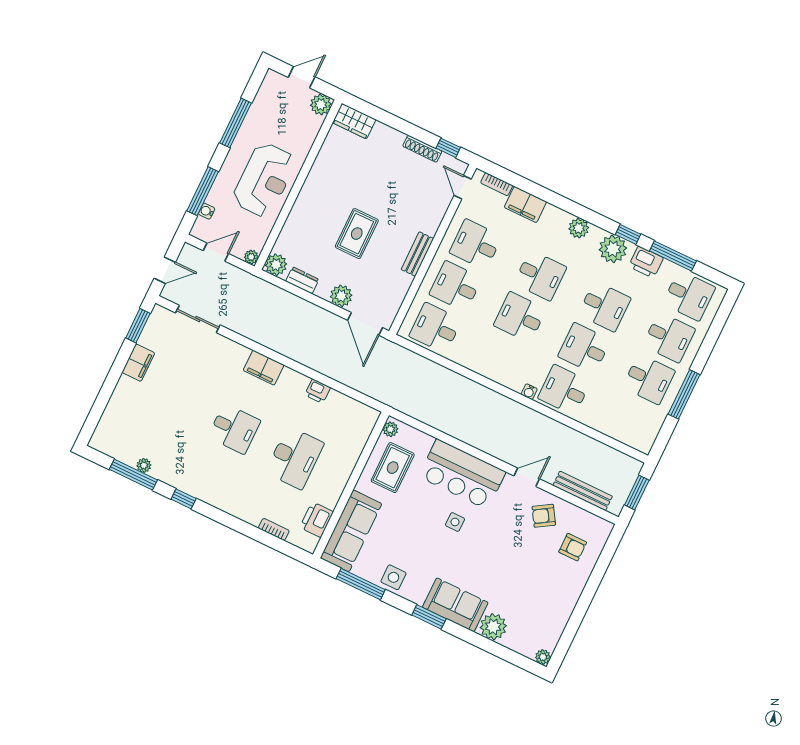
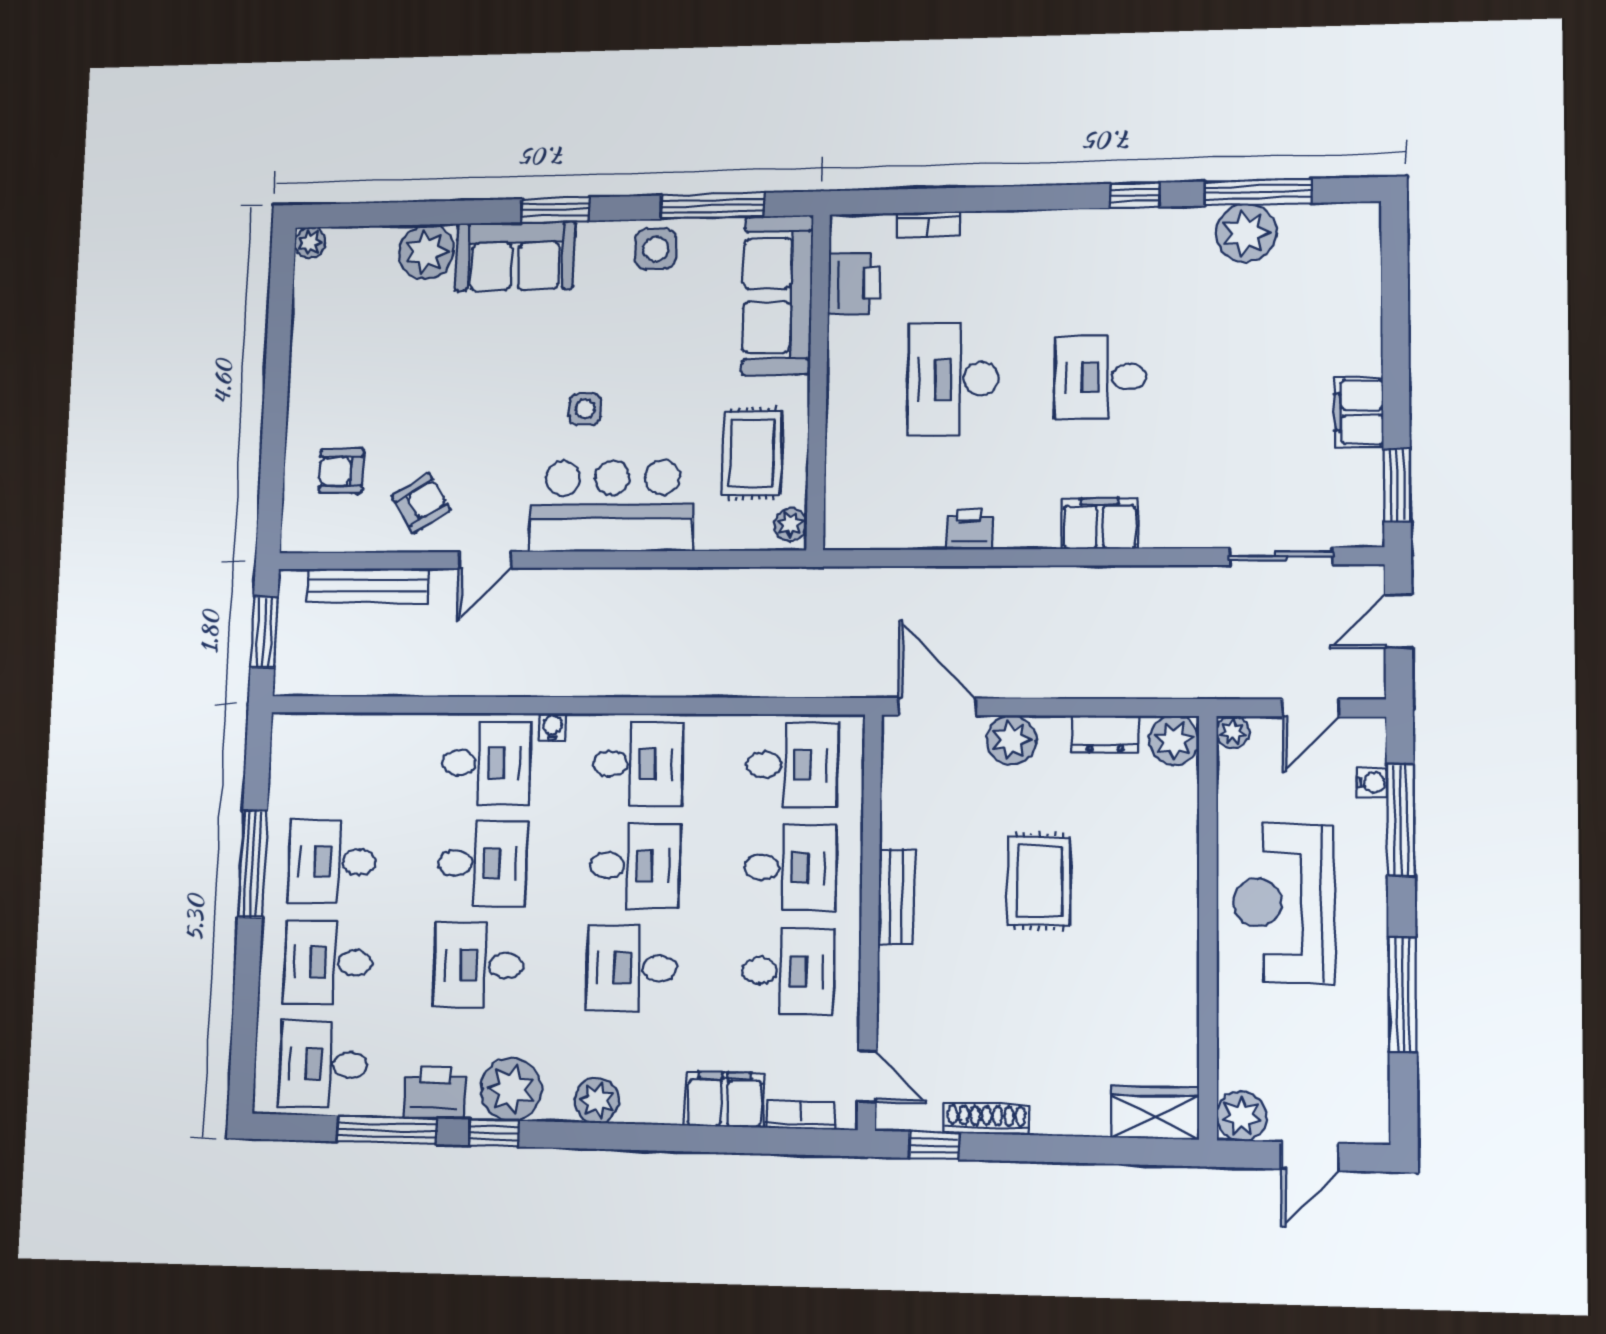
desk: (500, 359) -> (638, 764), added
plant: (144, 465) -> (1246, 233), width x1.87, depth x1.87

